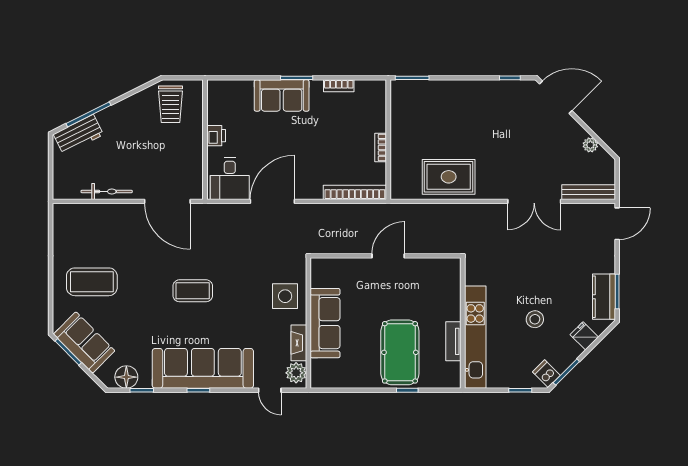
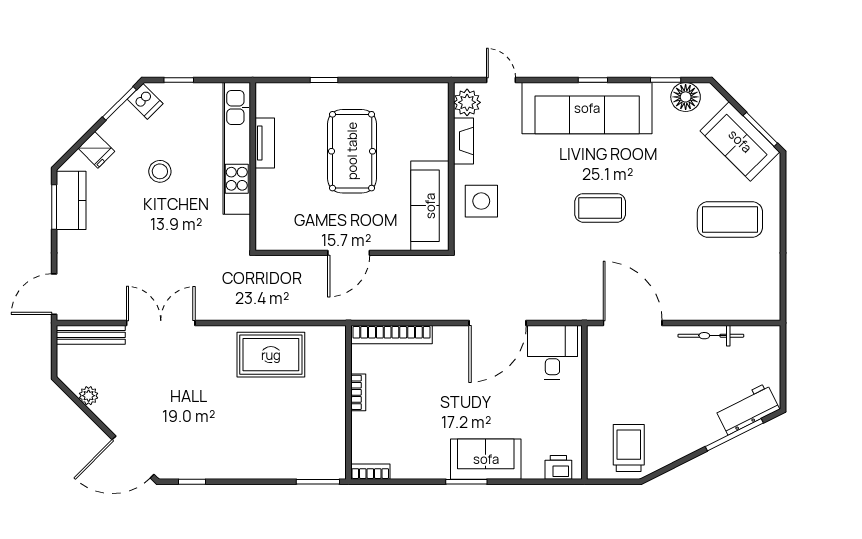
bookcase: (339, 86) -> (370, 472), moved
printer: (216, 136) -> (558, 467), moved, turned 90
sofa: (325, 323) -> (430, 206), moved
pool table: (400, 352) -> (352, 151), moved

